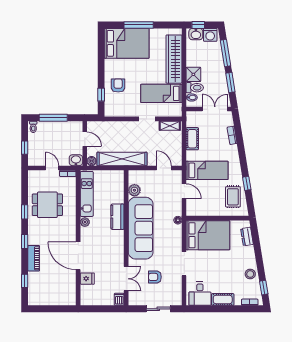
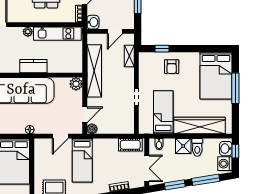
armchair: (118, 85) -> (172, 67), turned 90
toilet: (195, 88) -> (197, 147), moved
shelving: (170, 126) -> (129, 56), moved
cot: (192, 139) -> (130, 145), moved
boiler: (92, 161) -> (92, 129), moved
plant: (134, 190) -> (76, 84), moved

